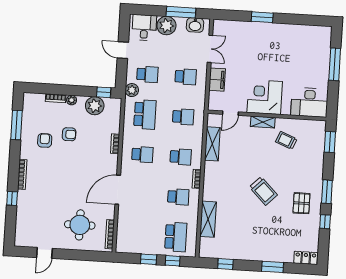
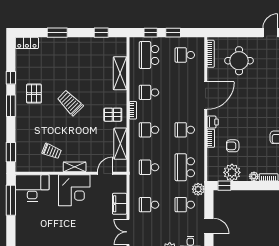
window: (335, 64) -> (11, 200), moved
armchair: (69, 134) -> (233, 146), moved
printer: (112, 161) -> (213, 122), added
pallet: (218, 175) -> (113, 115), added
school desk: (138, 235) -> (185, 55), added

